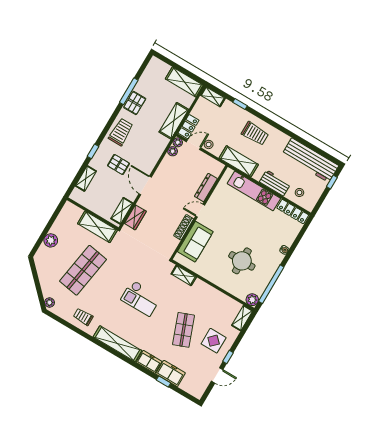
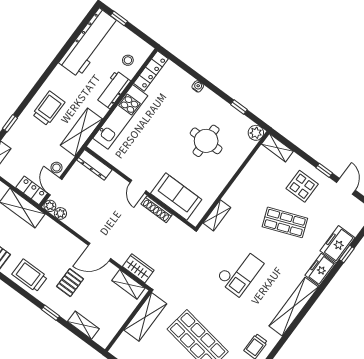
dresser: (206, 188) -> (94, 165), moved
window: (271, 284) -> (239, 107), width x0.32

